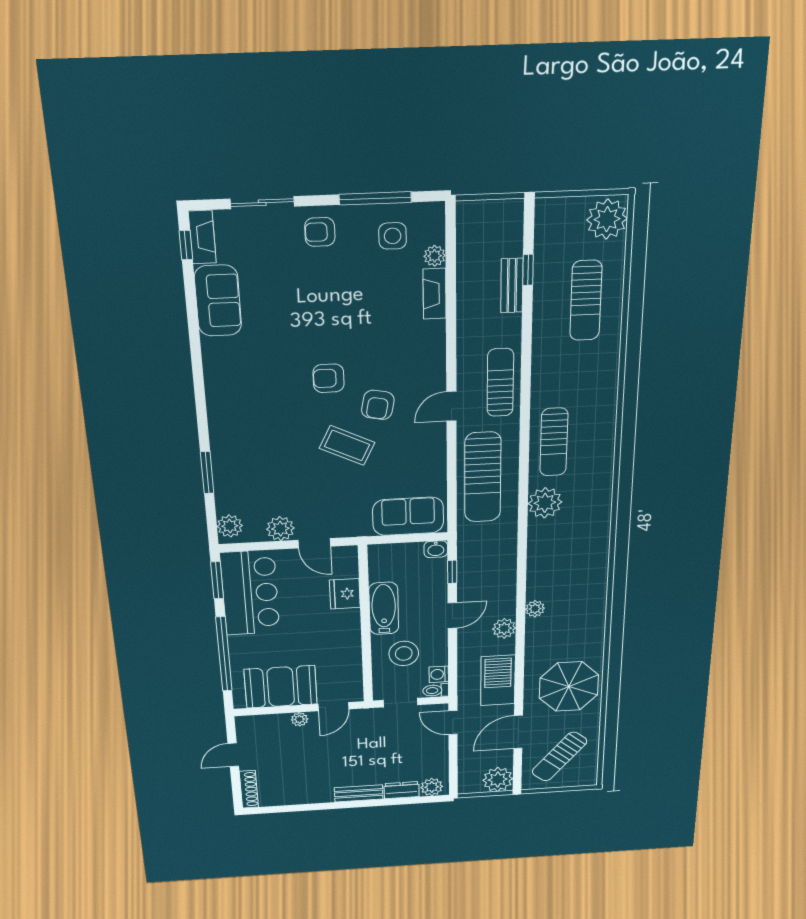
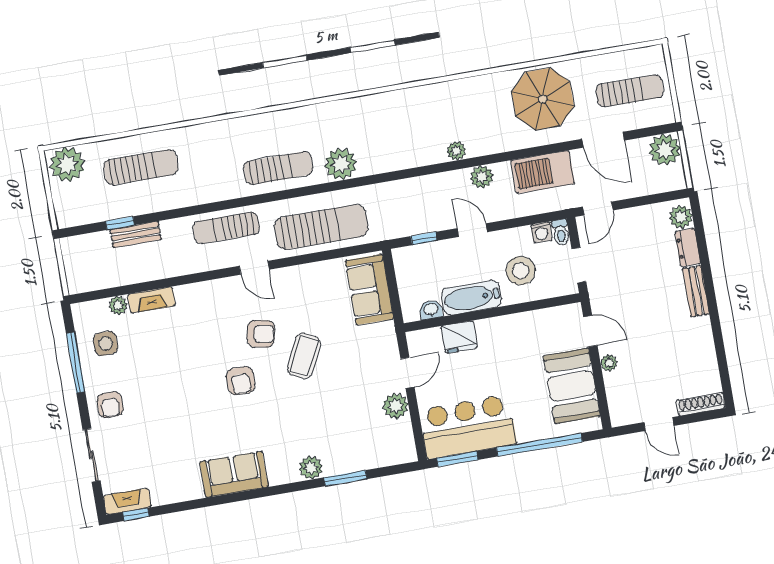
sofa: (218, 301) -> (234, 474), moved
plant: (230, 526) -> (311, 468), moved
washbasin: (436, 549) -> (431, 310), moved, turned -90
sun lounger: (559, 757) -> (630, 91), turned -40

